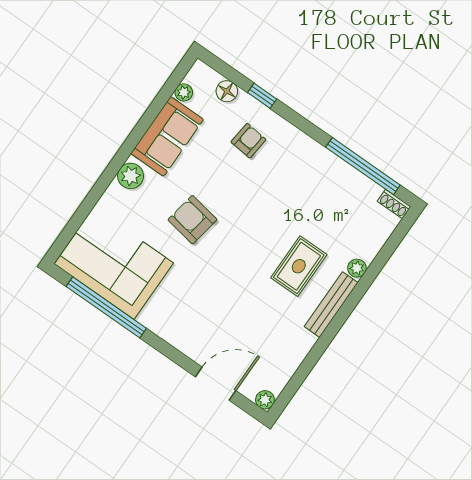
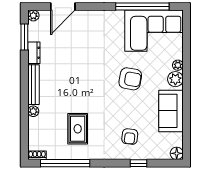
floor lamp: (227, 91) -> (177, 153), moved
plant: (184, 92) -> (178, 65), moved
rug: (299, 266) -> (78, 129), moved
dresser: (300, 348) -> (34, 53), added
window: (298, 379) -> (24, 37), added

